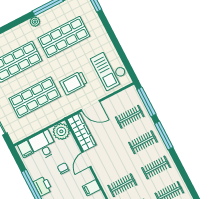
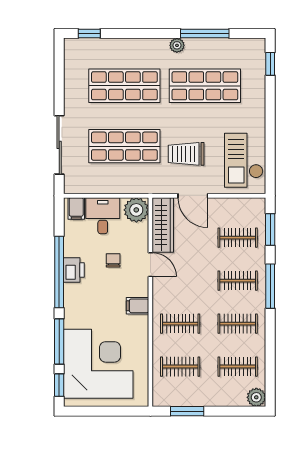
window: (146, 102) -> (270, 229), width x0.69
door: (86, 159) -> (150, 265), swing flipped

